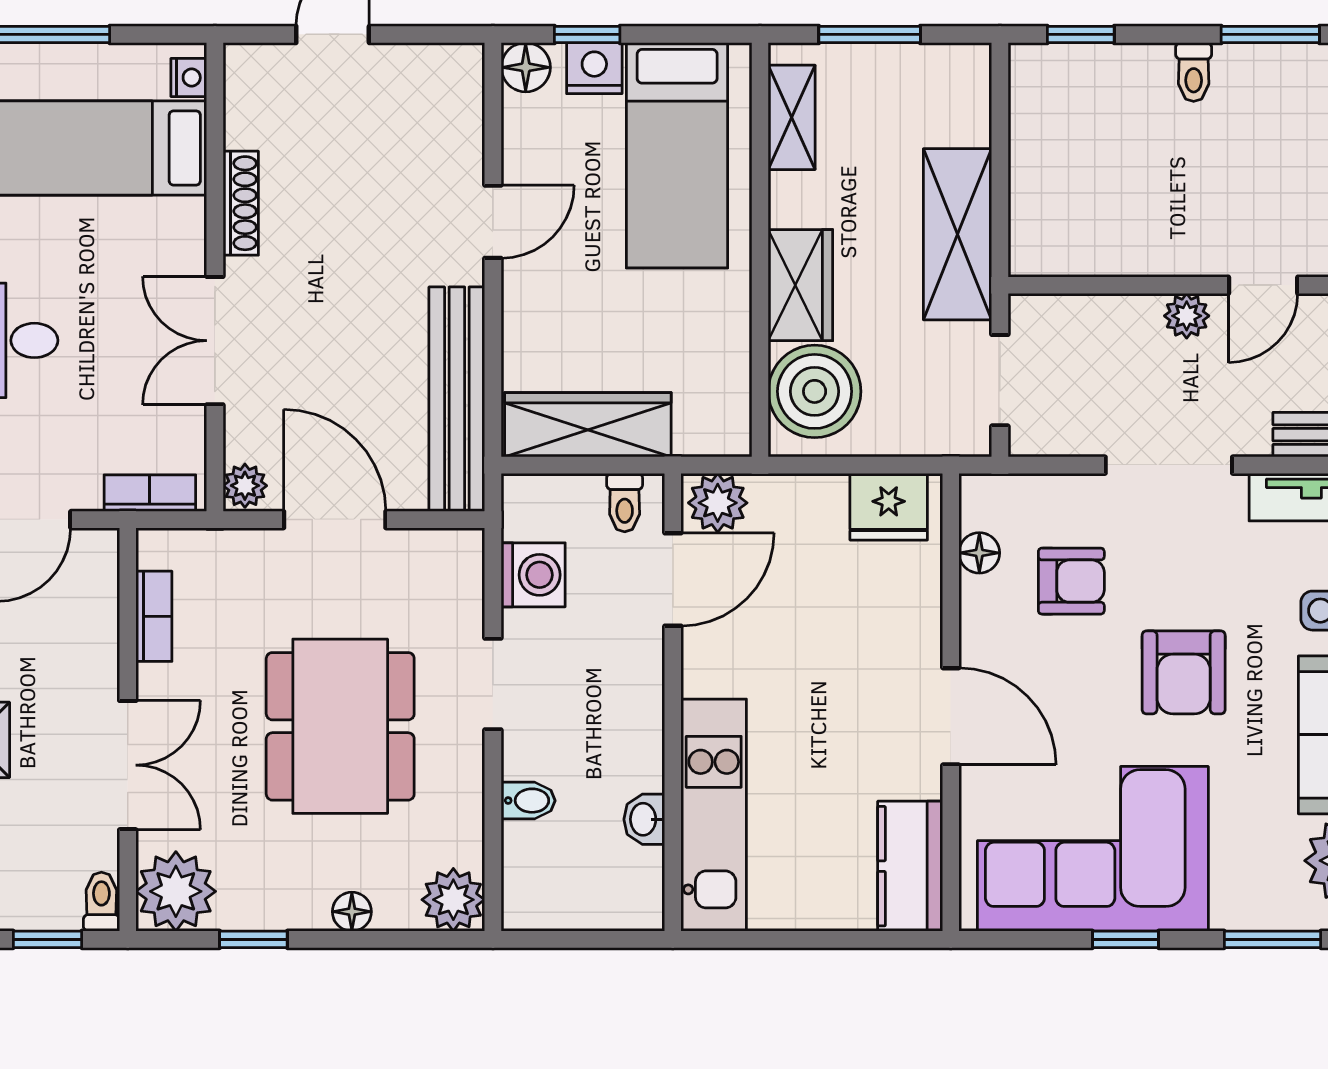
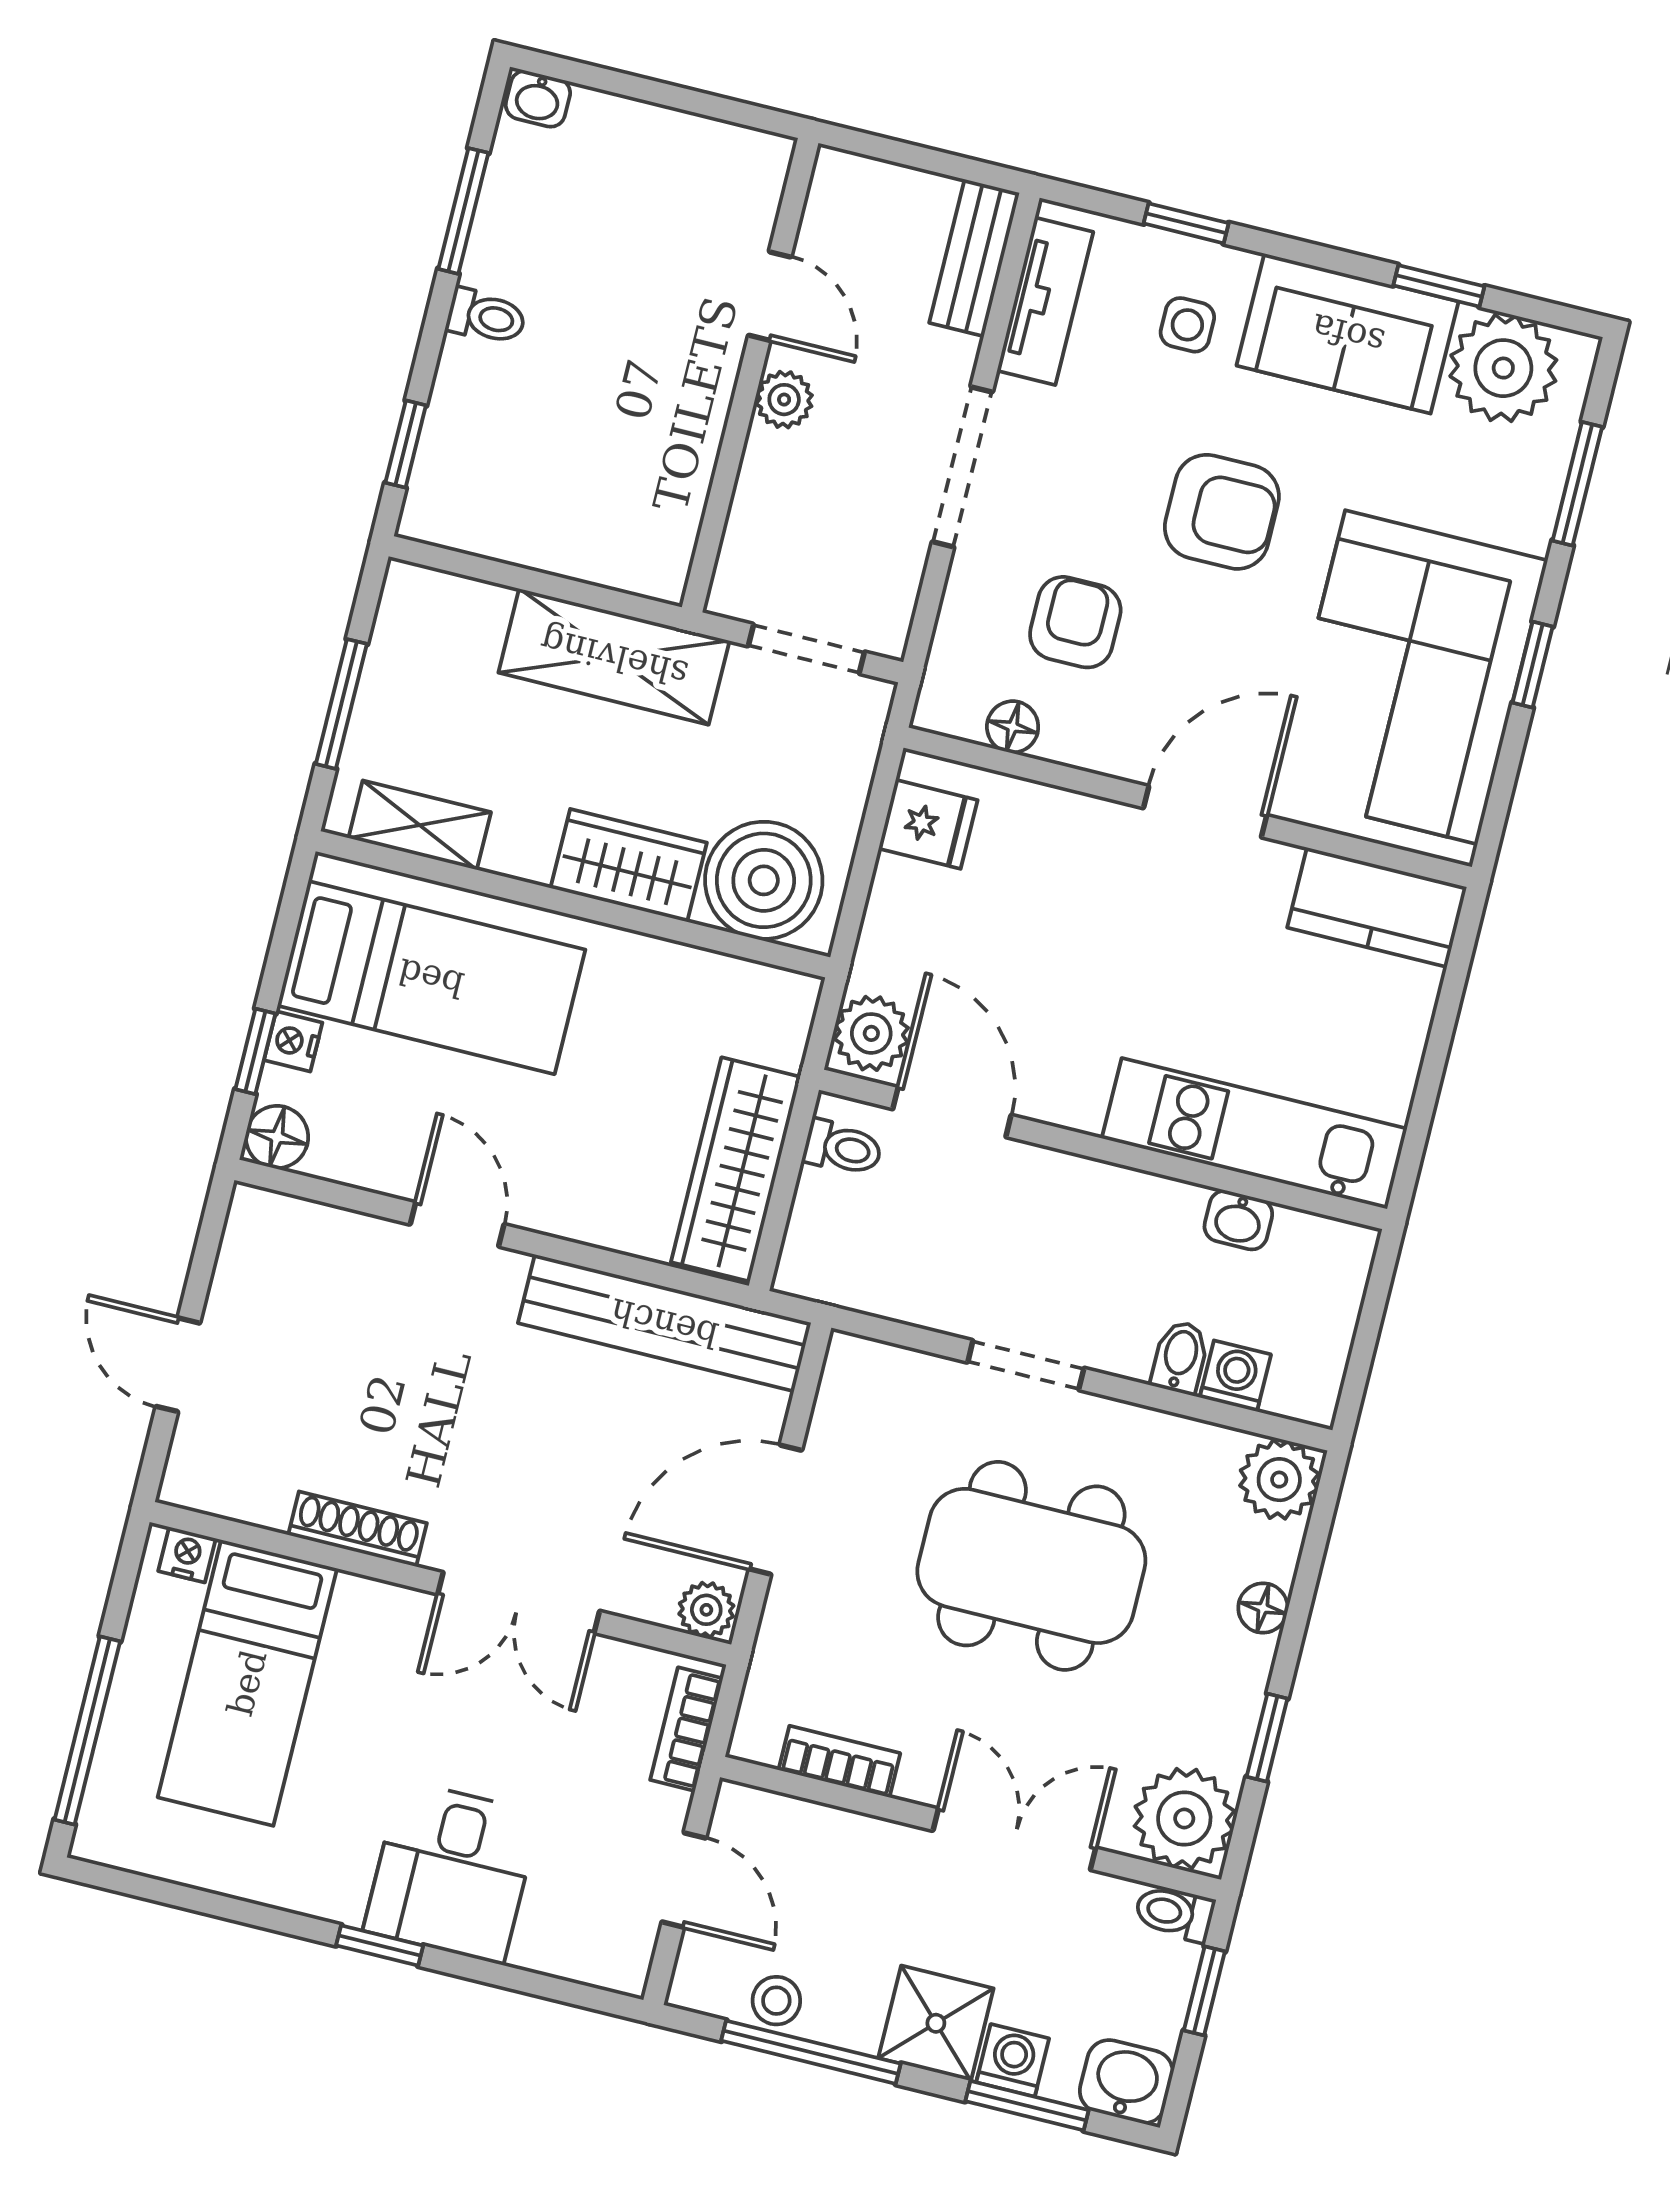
nightstand: (594, 68) -> (293, 1041), width x0.72, depth x0.74
fridge: (889, 507) -> (928, 824), width x0.72
washing machine: (533, 575) -> (1235, 1376), moved, width x0.73, depth x0.73

